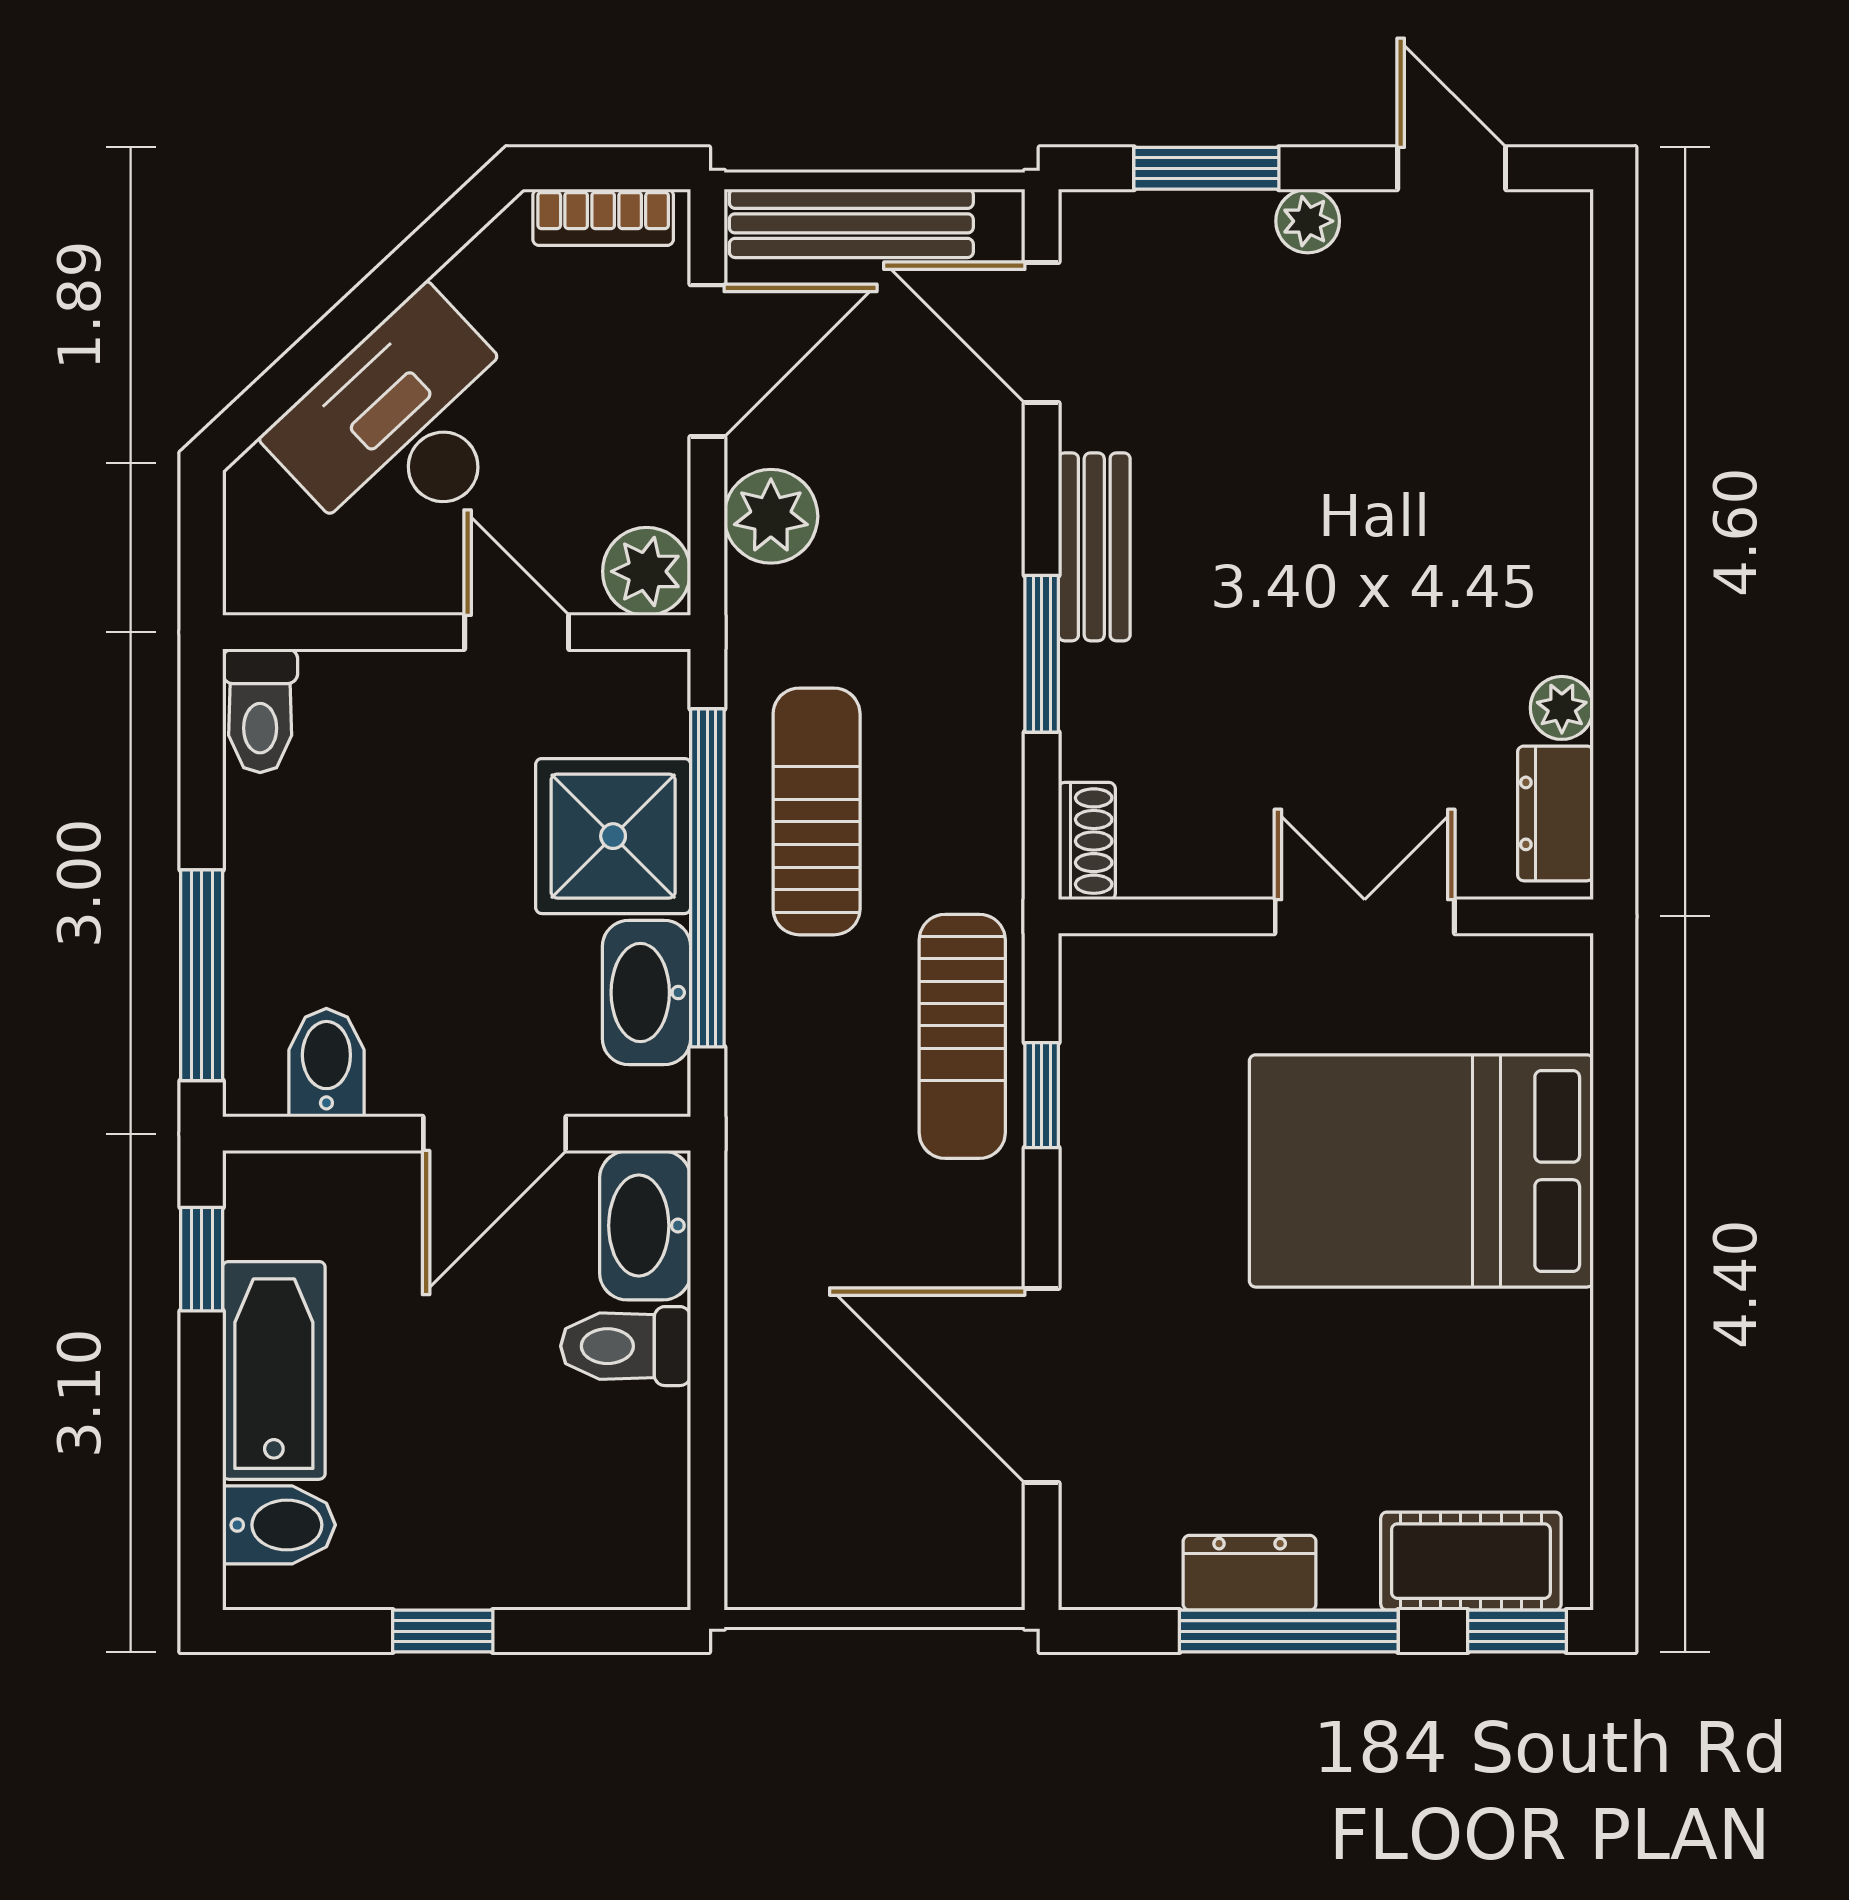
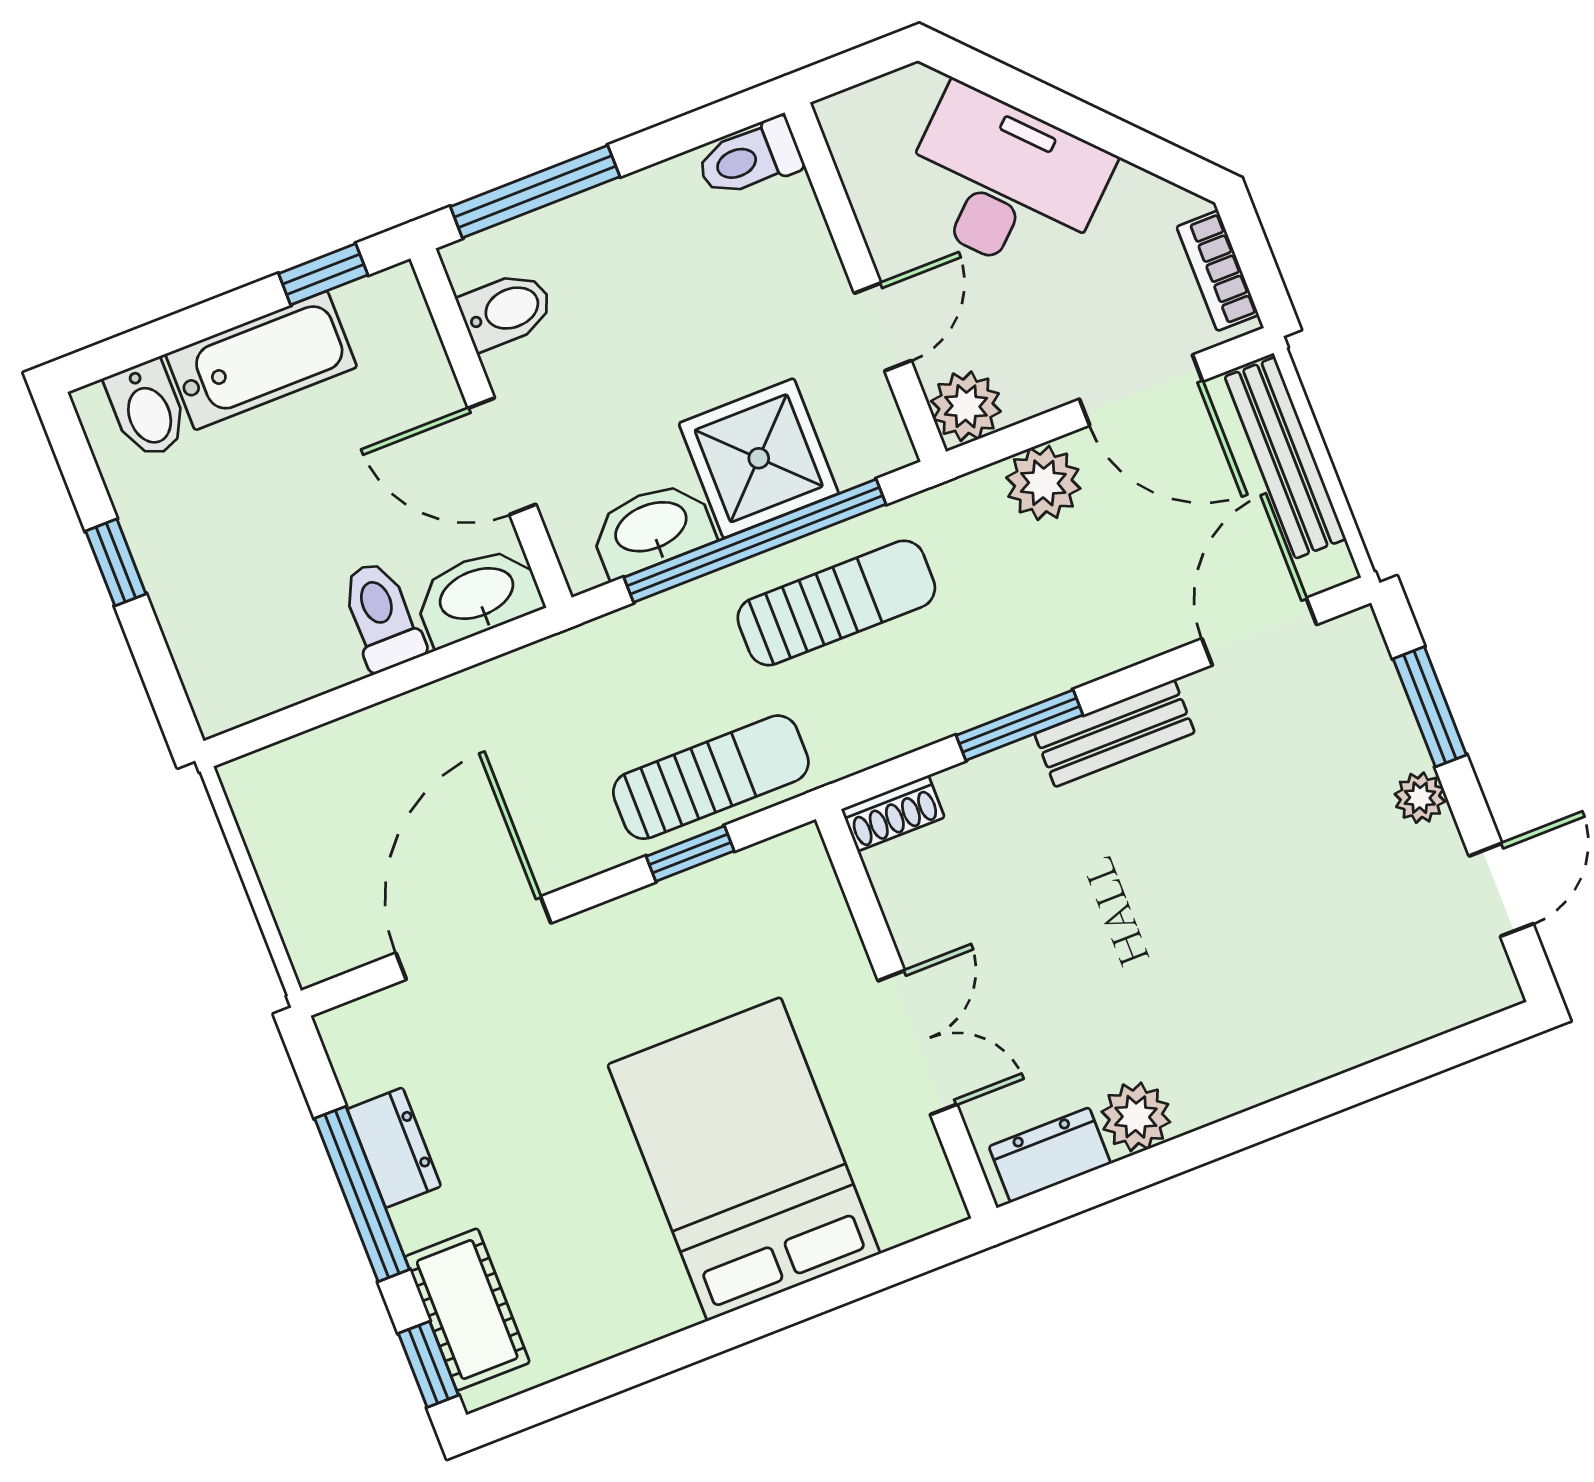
plant: (1562, 708) -> (1136, 1117), width x1.38, depth x1.38
sun lounger: (962, 1036) -> (711, 777), turned 180

